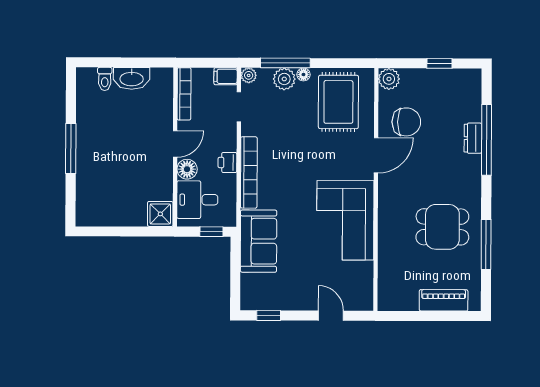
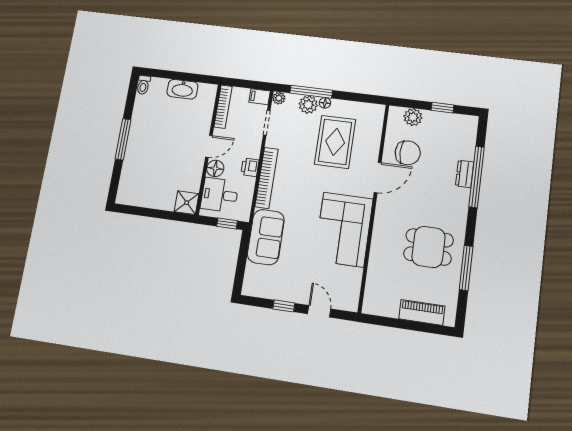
toilet: (105, 79) -> (143, 85), moved
plant: (389, 79) -> (413, 117), moved
rug: (338, 102) -> (335, 142), moved
window: (269, 315) -> (284, 306), moved

